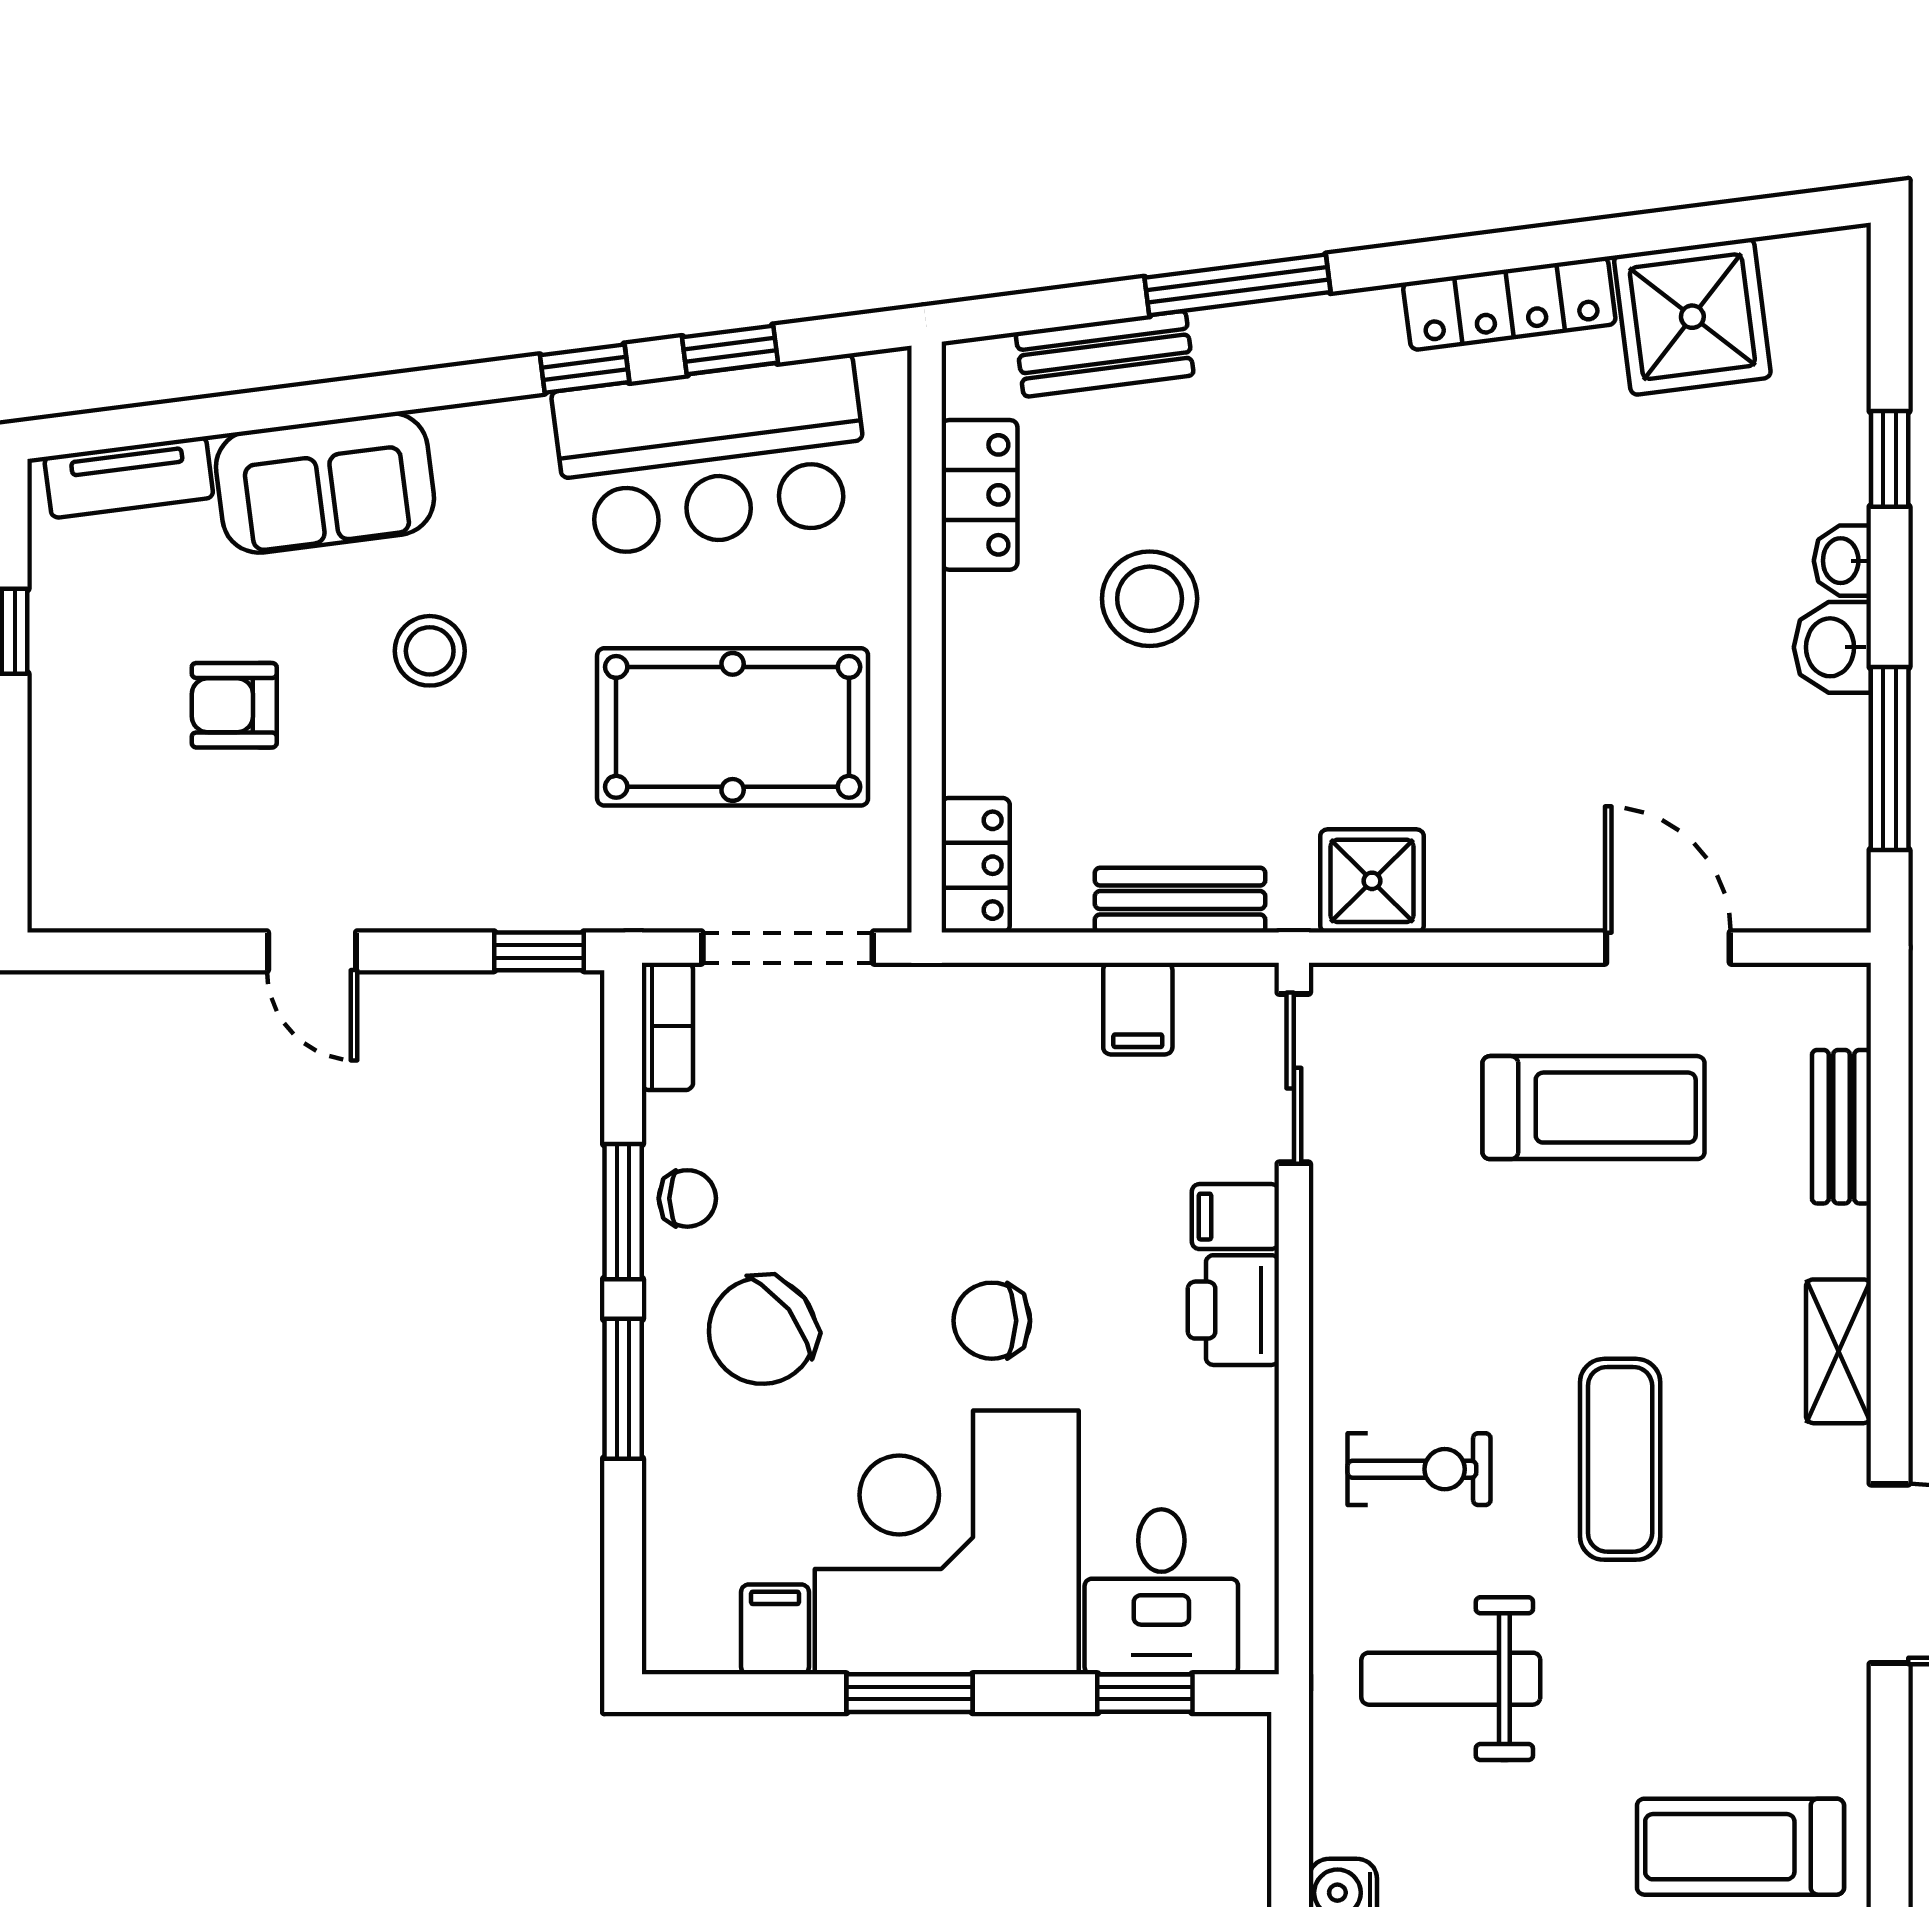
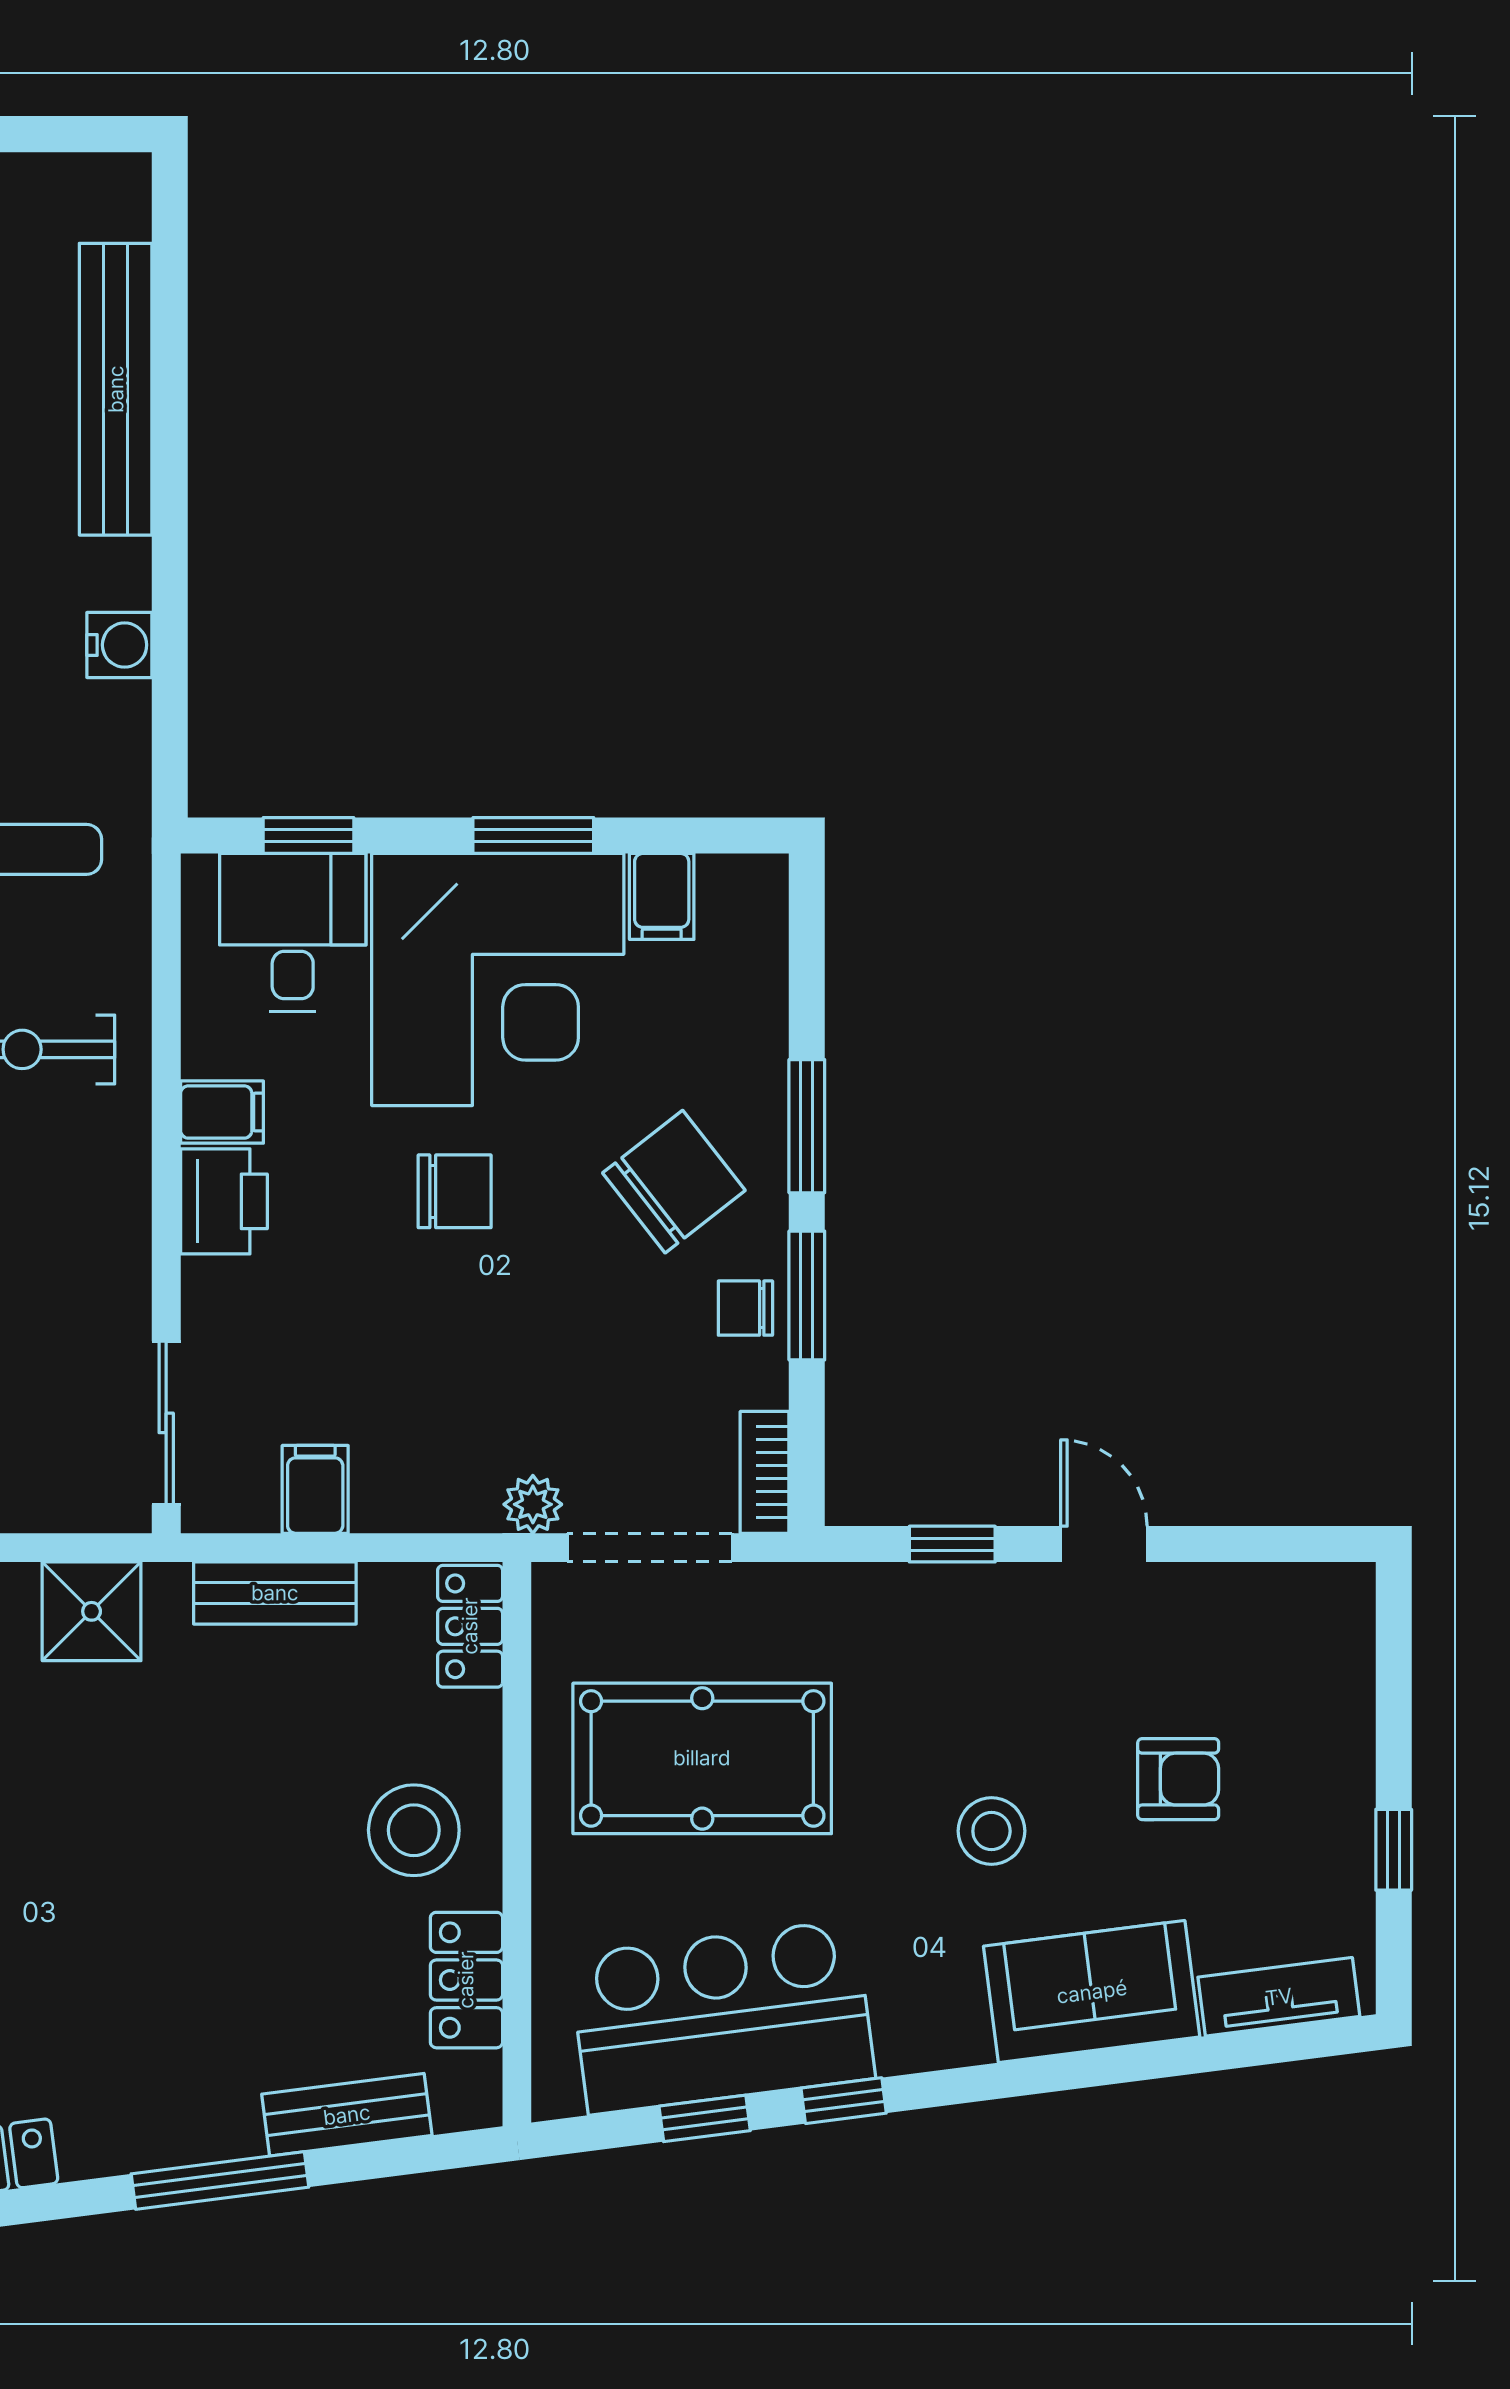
stool: (1150, 599) -> (414, 1830), moved
window: (539, 951) -> (952, 1544), moved
plant: (910, 993) -> (533, 1504), added
filing cabinet: (1235, 1217) -> (222, 1112), moved

